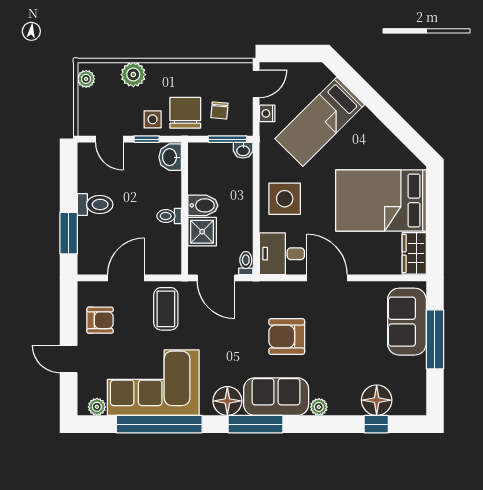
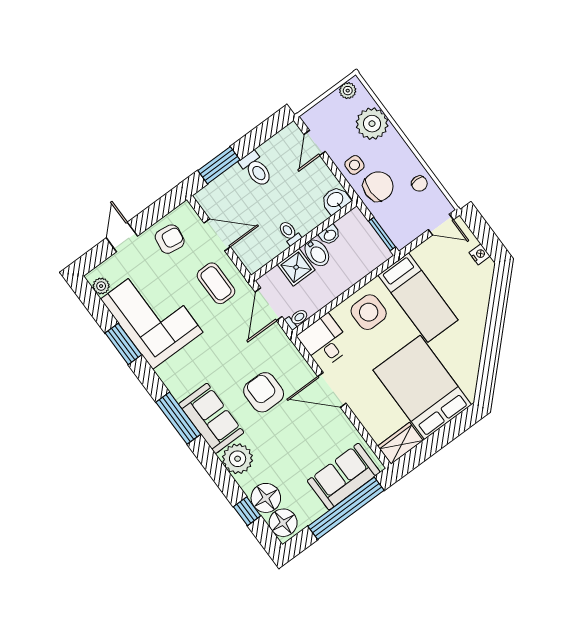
plant: (133, 75) -> (372, 124), width x1.36, depth x1.36
chair: (219, 110) -> (419, 184), moved, turned -95
nightstand: (267, 113) -> (480, 254), moved, turned 90
bed: (320, 122) -> (418, 298), moved, turned -135
window: (147, 139) -> (336, 172), removed
washbasin: (243, 150) -> (330, 235), moved, turned -90
door: (327, 278) -> (332, 390), swing flipped
coffee table: (166, 309) -> (216, 283), turned 90
armchair: (100, 320) -> (170, 239), turned -82
window: (435, 339) -> (346, 508), width x1.46
floor lamp: (227, 401) -> (283, 523), moved
plant: (319, 407) -> (238, 459), width x1.87, depth x1.87
window: (159, 424) -> (123, 344), width x0.47

